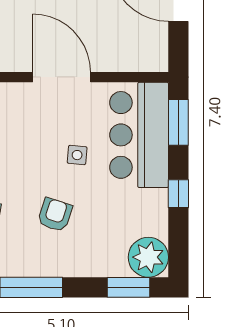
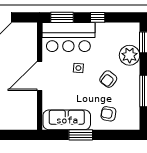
armchair: (55, 215) -> (108, 79), turned -71
plant: (148, 257) -> (130, 55), moved

